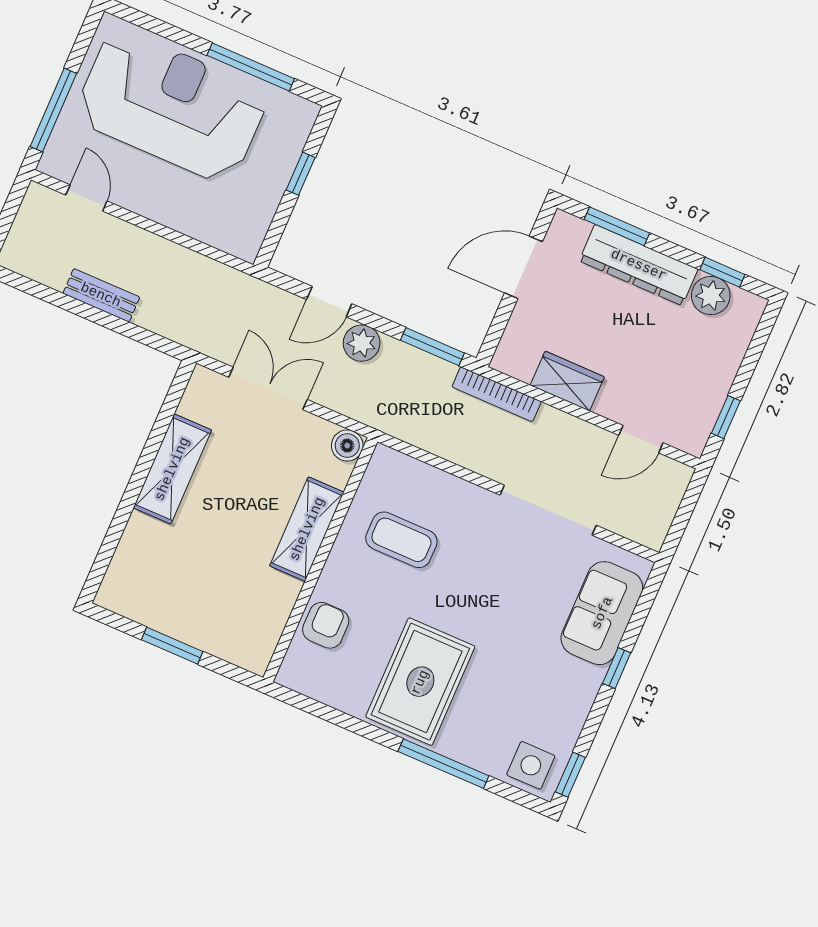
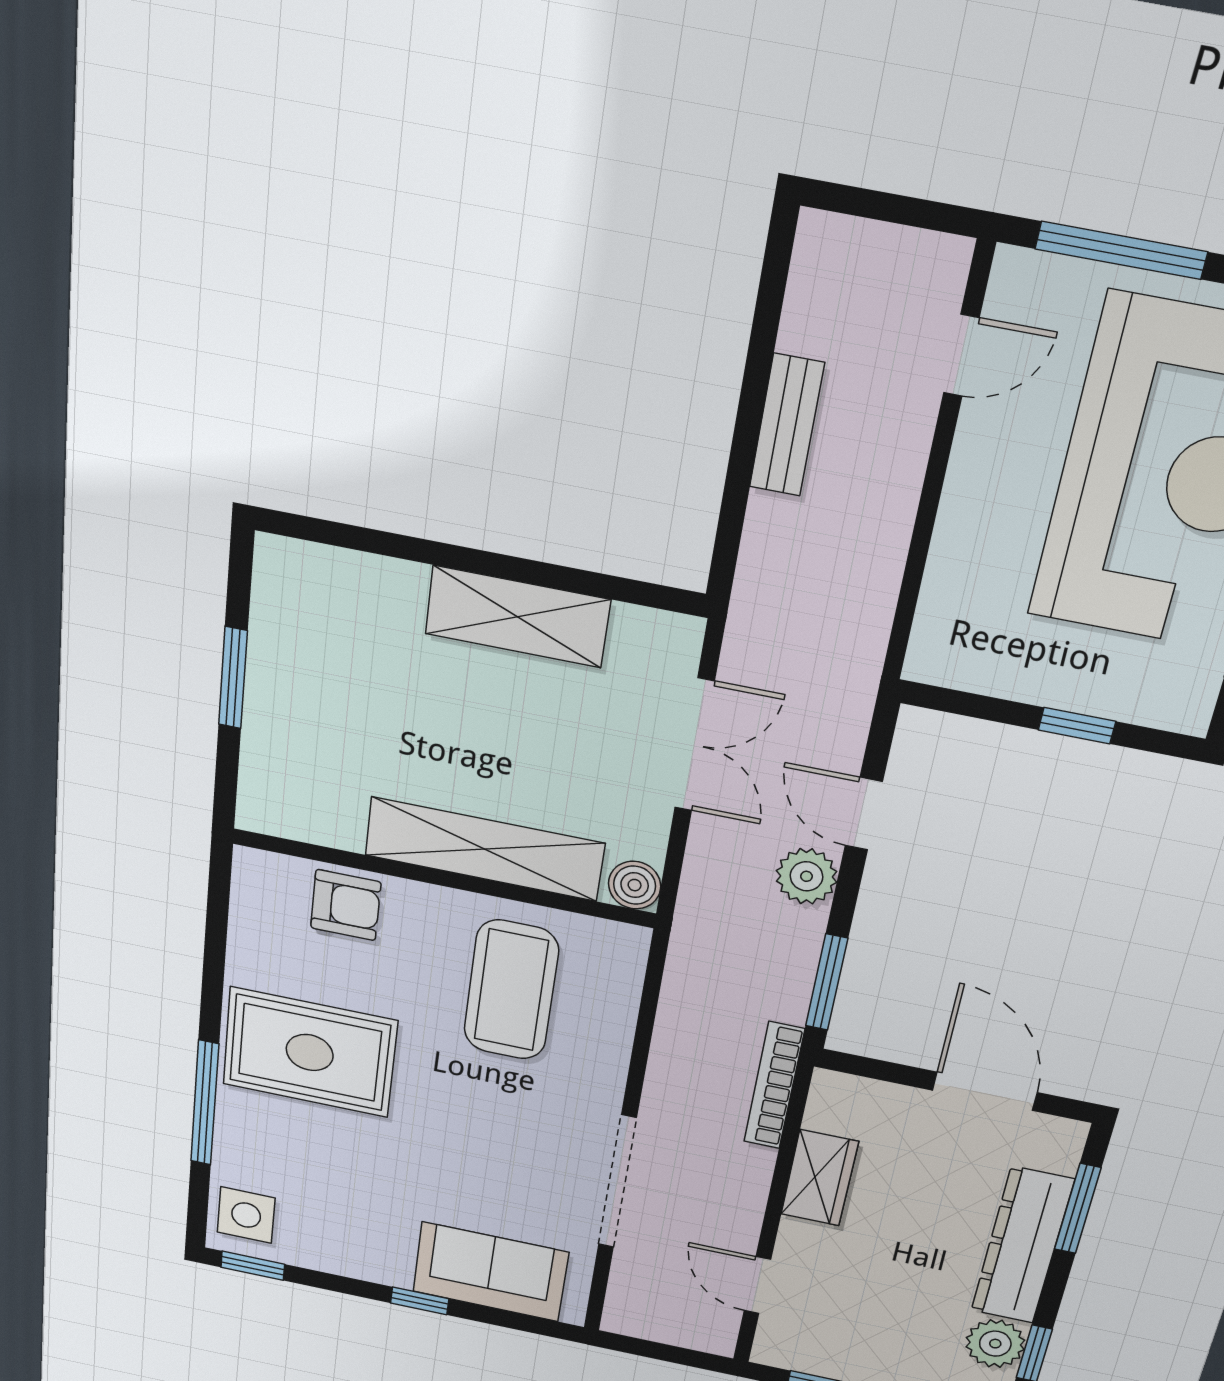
shelving: (307, 529) -> (484, 849), width x1.47
coffee table: (401, 540) -> (511, 990), width x1.36, depth x1.32

